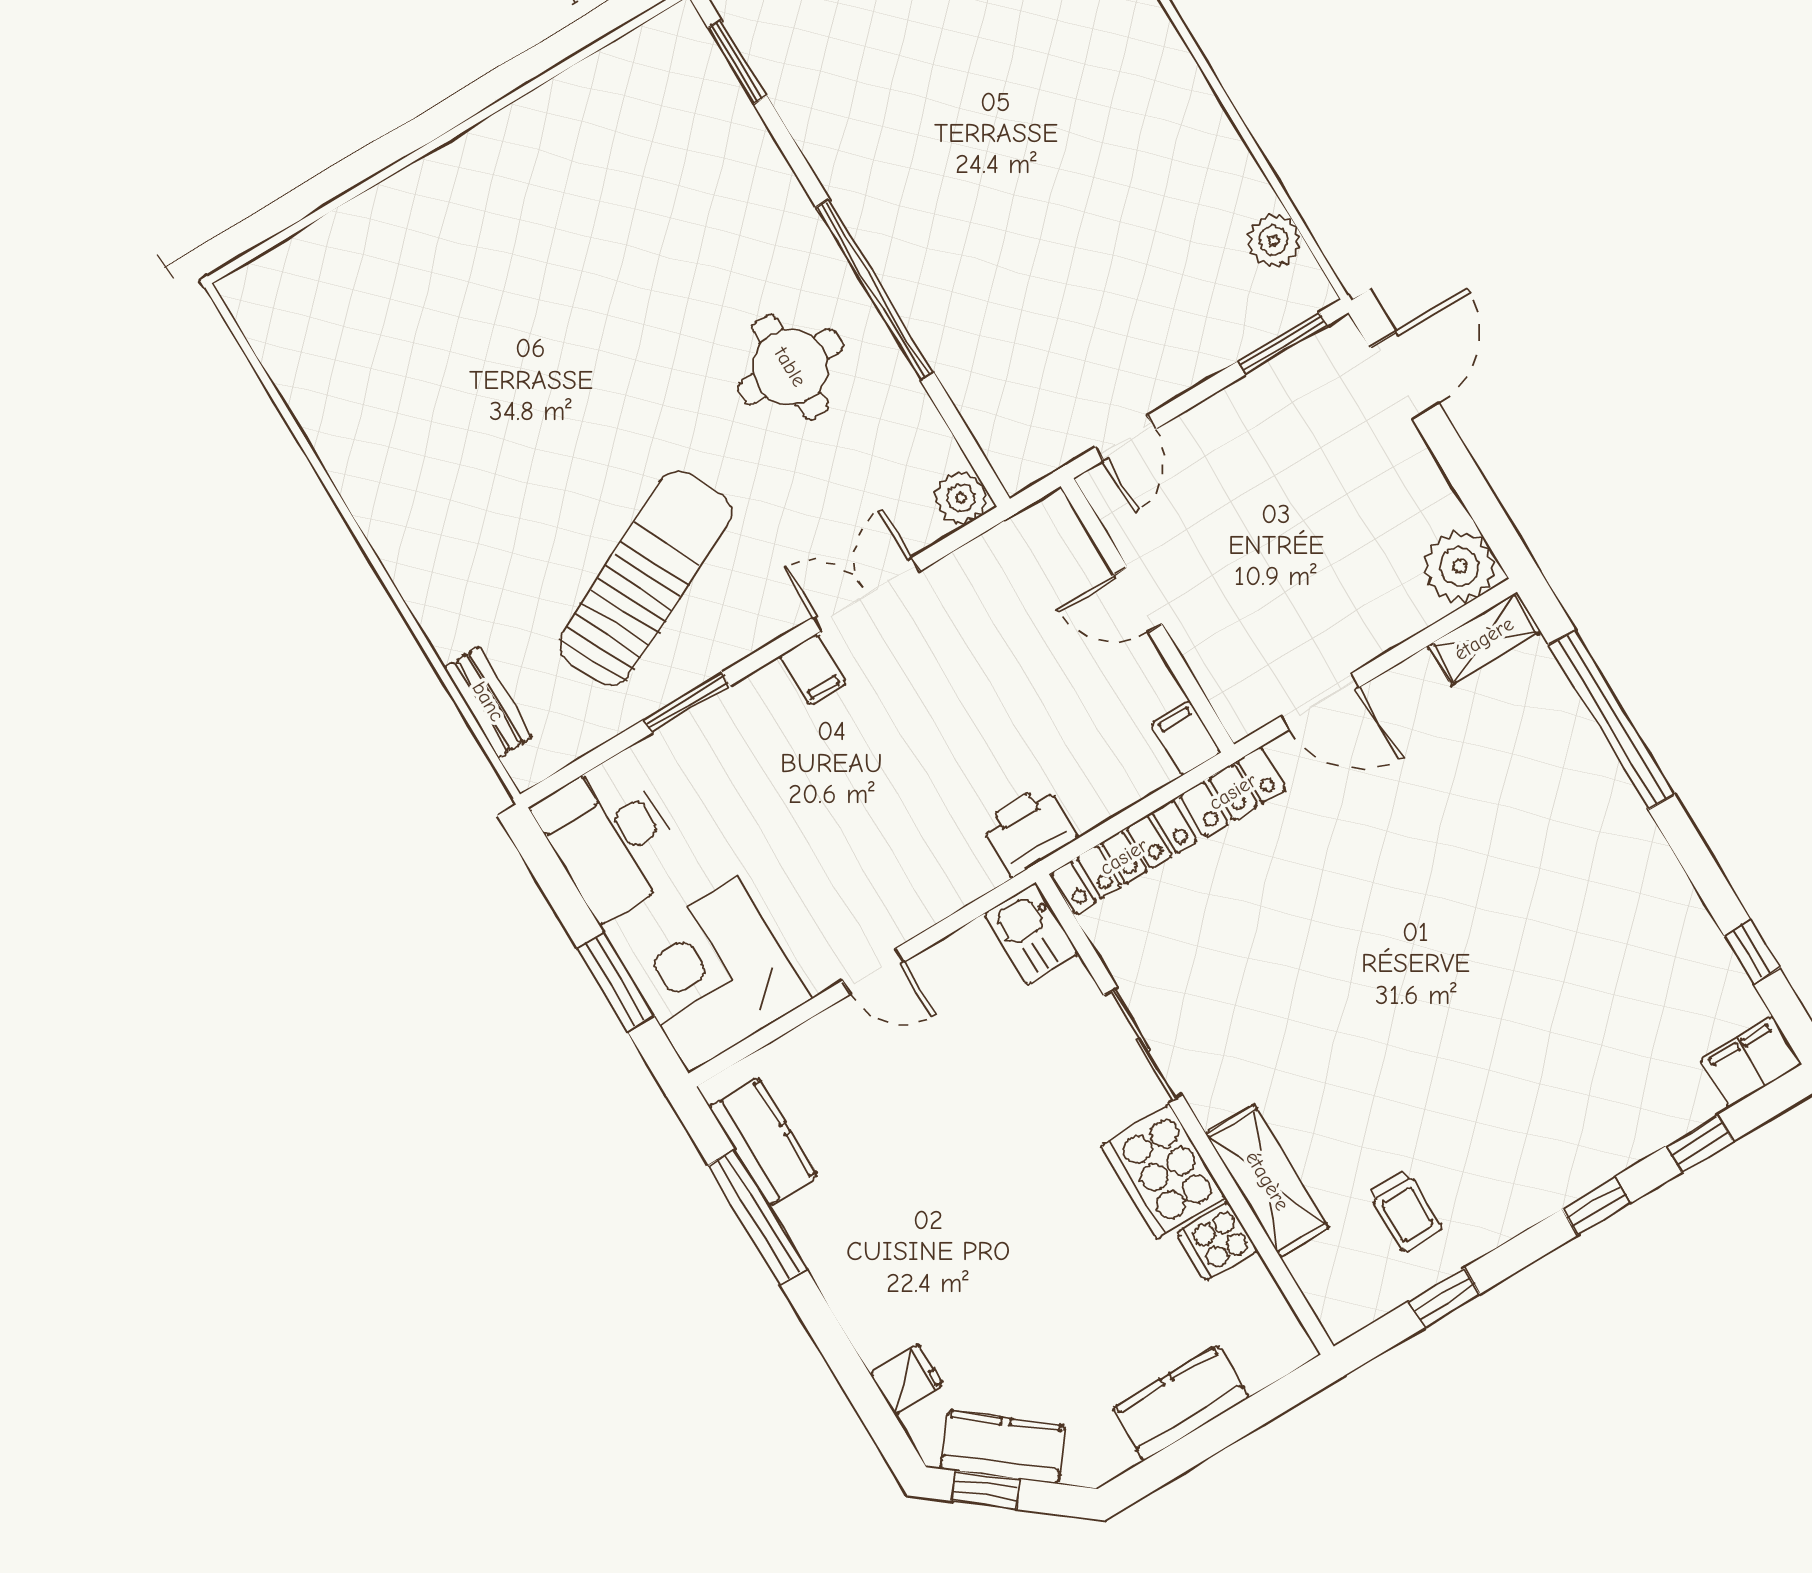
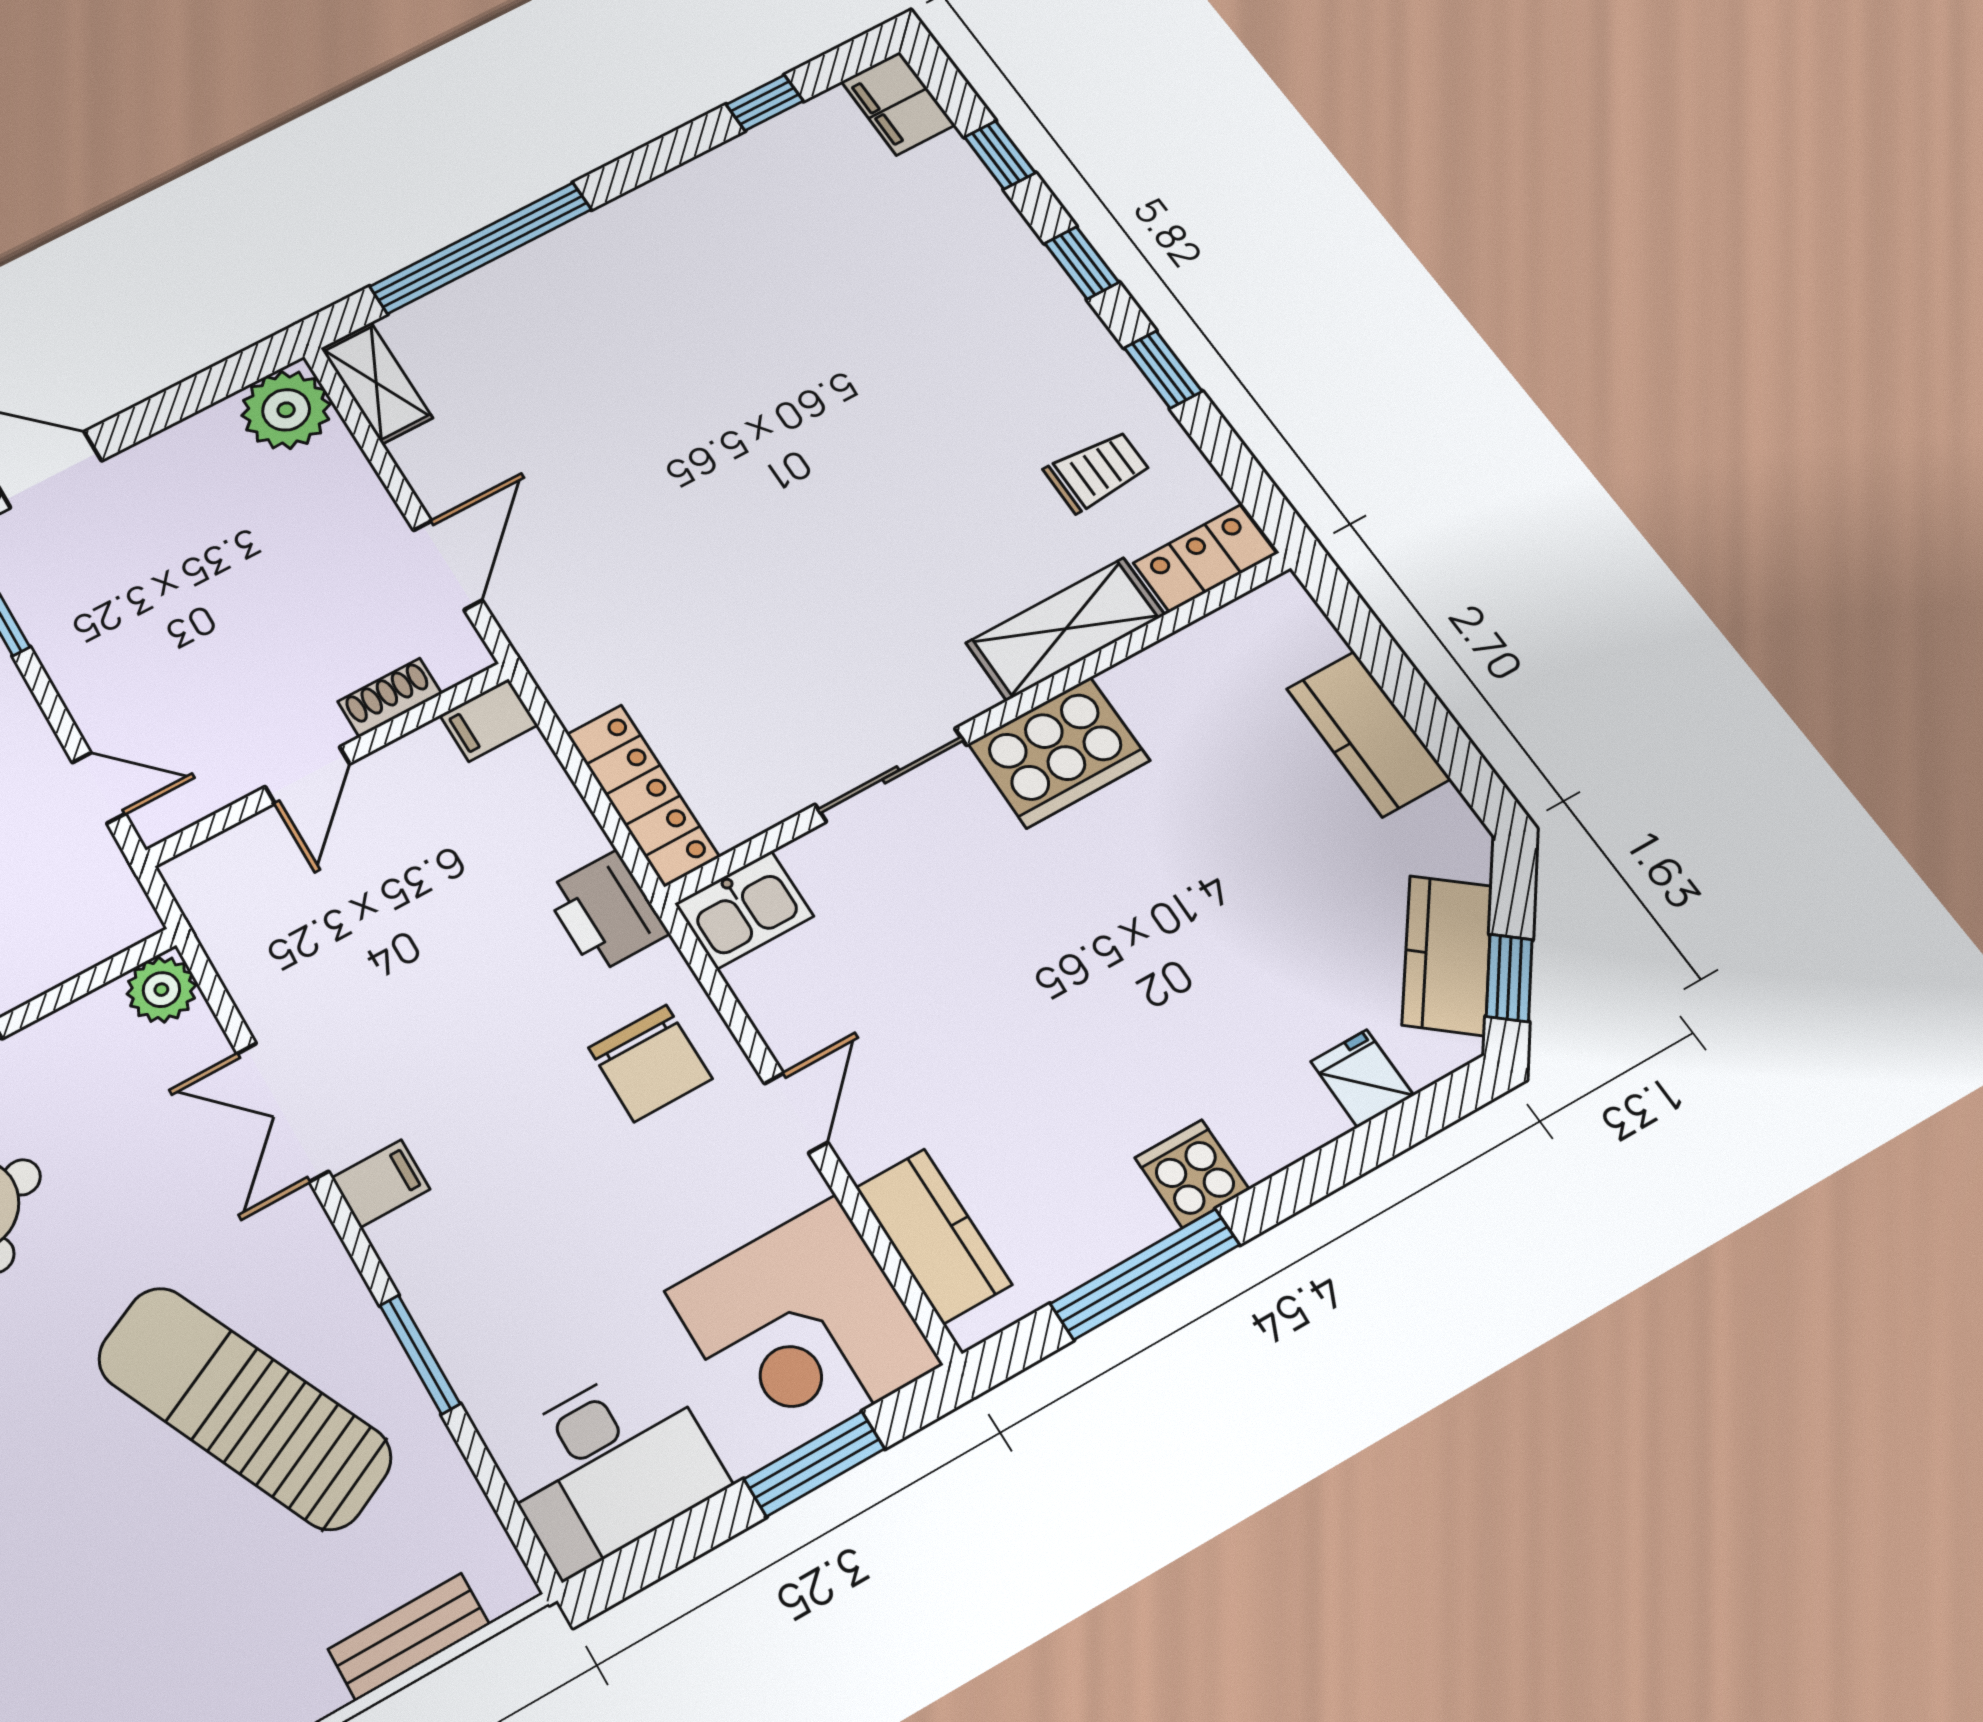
shoe rack: (1204, 661) -> (390, 698), added
locker: (1233, 792) -> (1205, 558), moved, turned -90
chair: (909, 865) -> (650, 1063), added
kitchen counter: (763, 1141) -> (933, 1236), moved, turned 90
cooker: (1217, 1241) -> (1192, 1174), moved, turned 180
window: (1444, 1298) -> (1163, 370), moved

